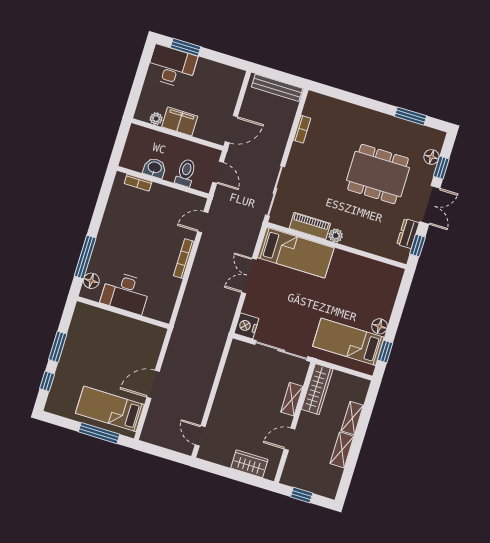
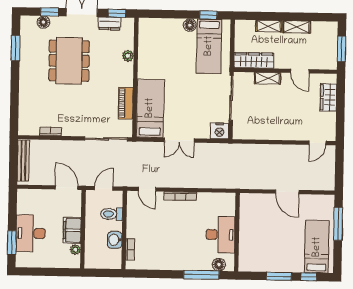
desk: (172, 67) -> (31, 233), moved
plant: (336, 235) -> (128, 56), moved
bed: (110, 409) -> (317, 247), moved, turned 180
window: (302, 495) -> (342, 49), width x1.50

